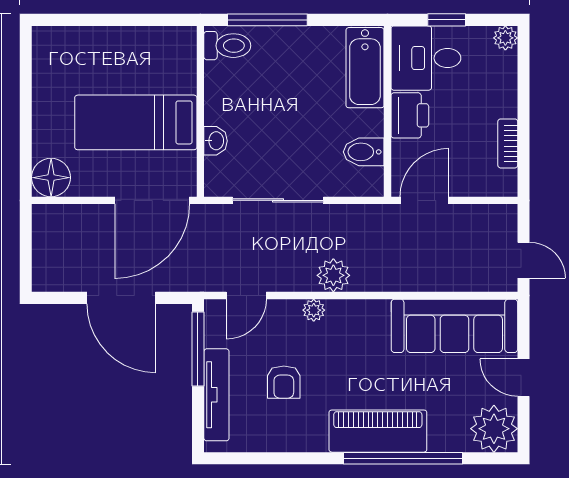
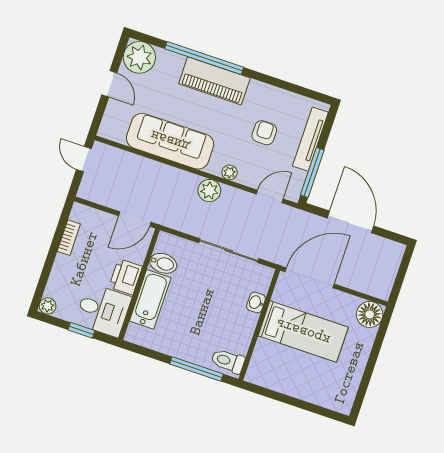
bathtub: (365, 68) -> (150, 299), moved
sofa: (454, 326) -> (170, 141), moved

